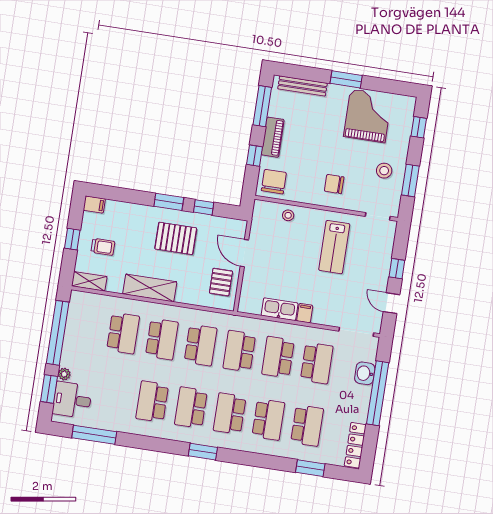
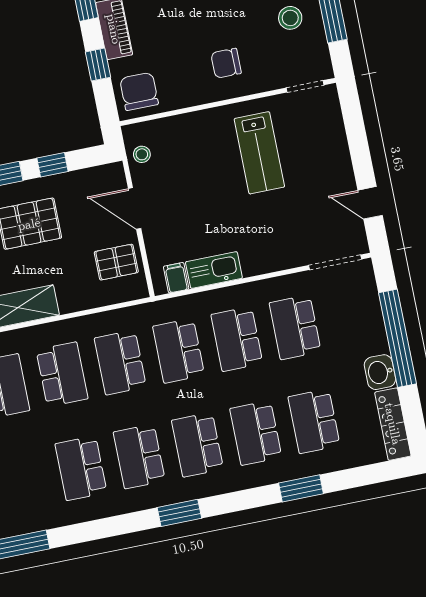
stool: (288, 215) -> (142, 154), moved
window: (397, 269) -> (360, 151), removed
pallet: (221, 282) -> (116, 262), turned 90
filing cabinet: (305, 313) -> (176, 278), moved
school desk: (201, 345) -> (120, 363), turned 180
school desk: (317, 363) -> (295, 327), turned 180
washbasin: (365, 373) -> (380, 372), moved
school desk: (268, 420) -> (256, 433), turned 180
school desk: (307, 426) -> (314, 421), turned 180
window: (310, 468) -> (301, 488), moved

